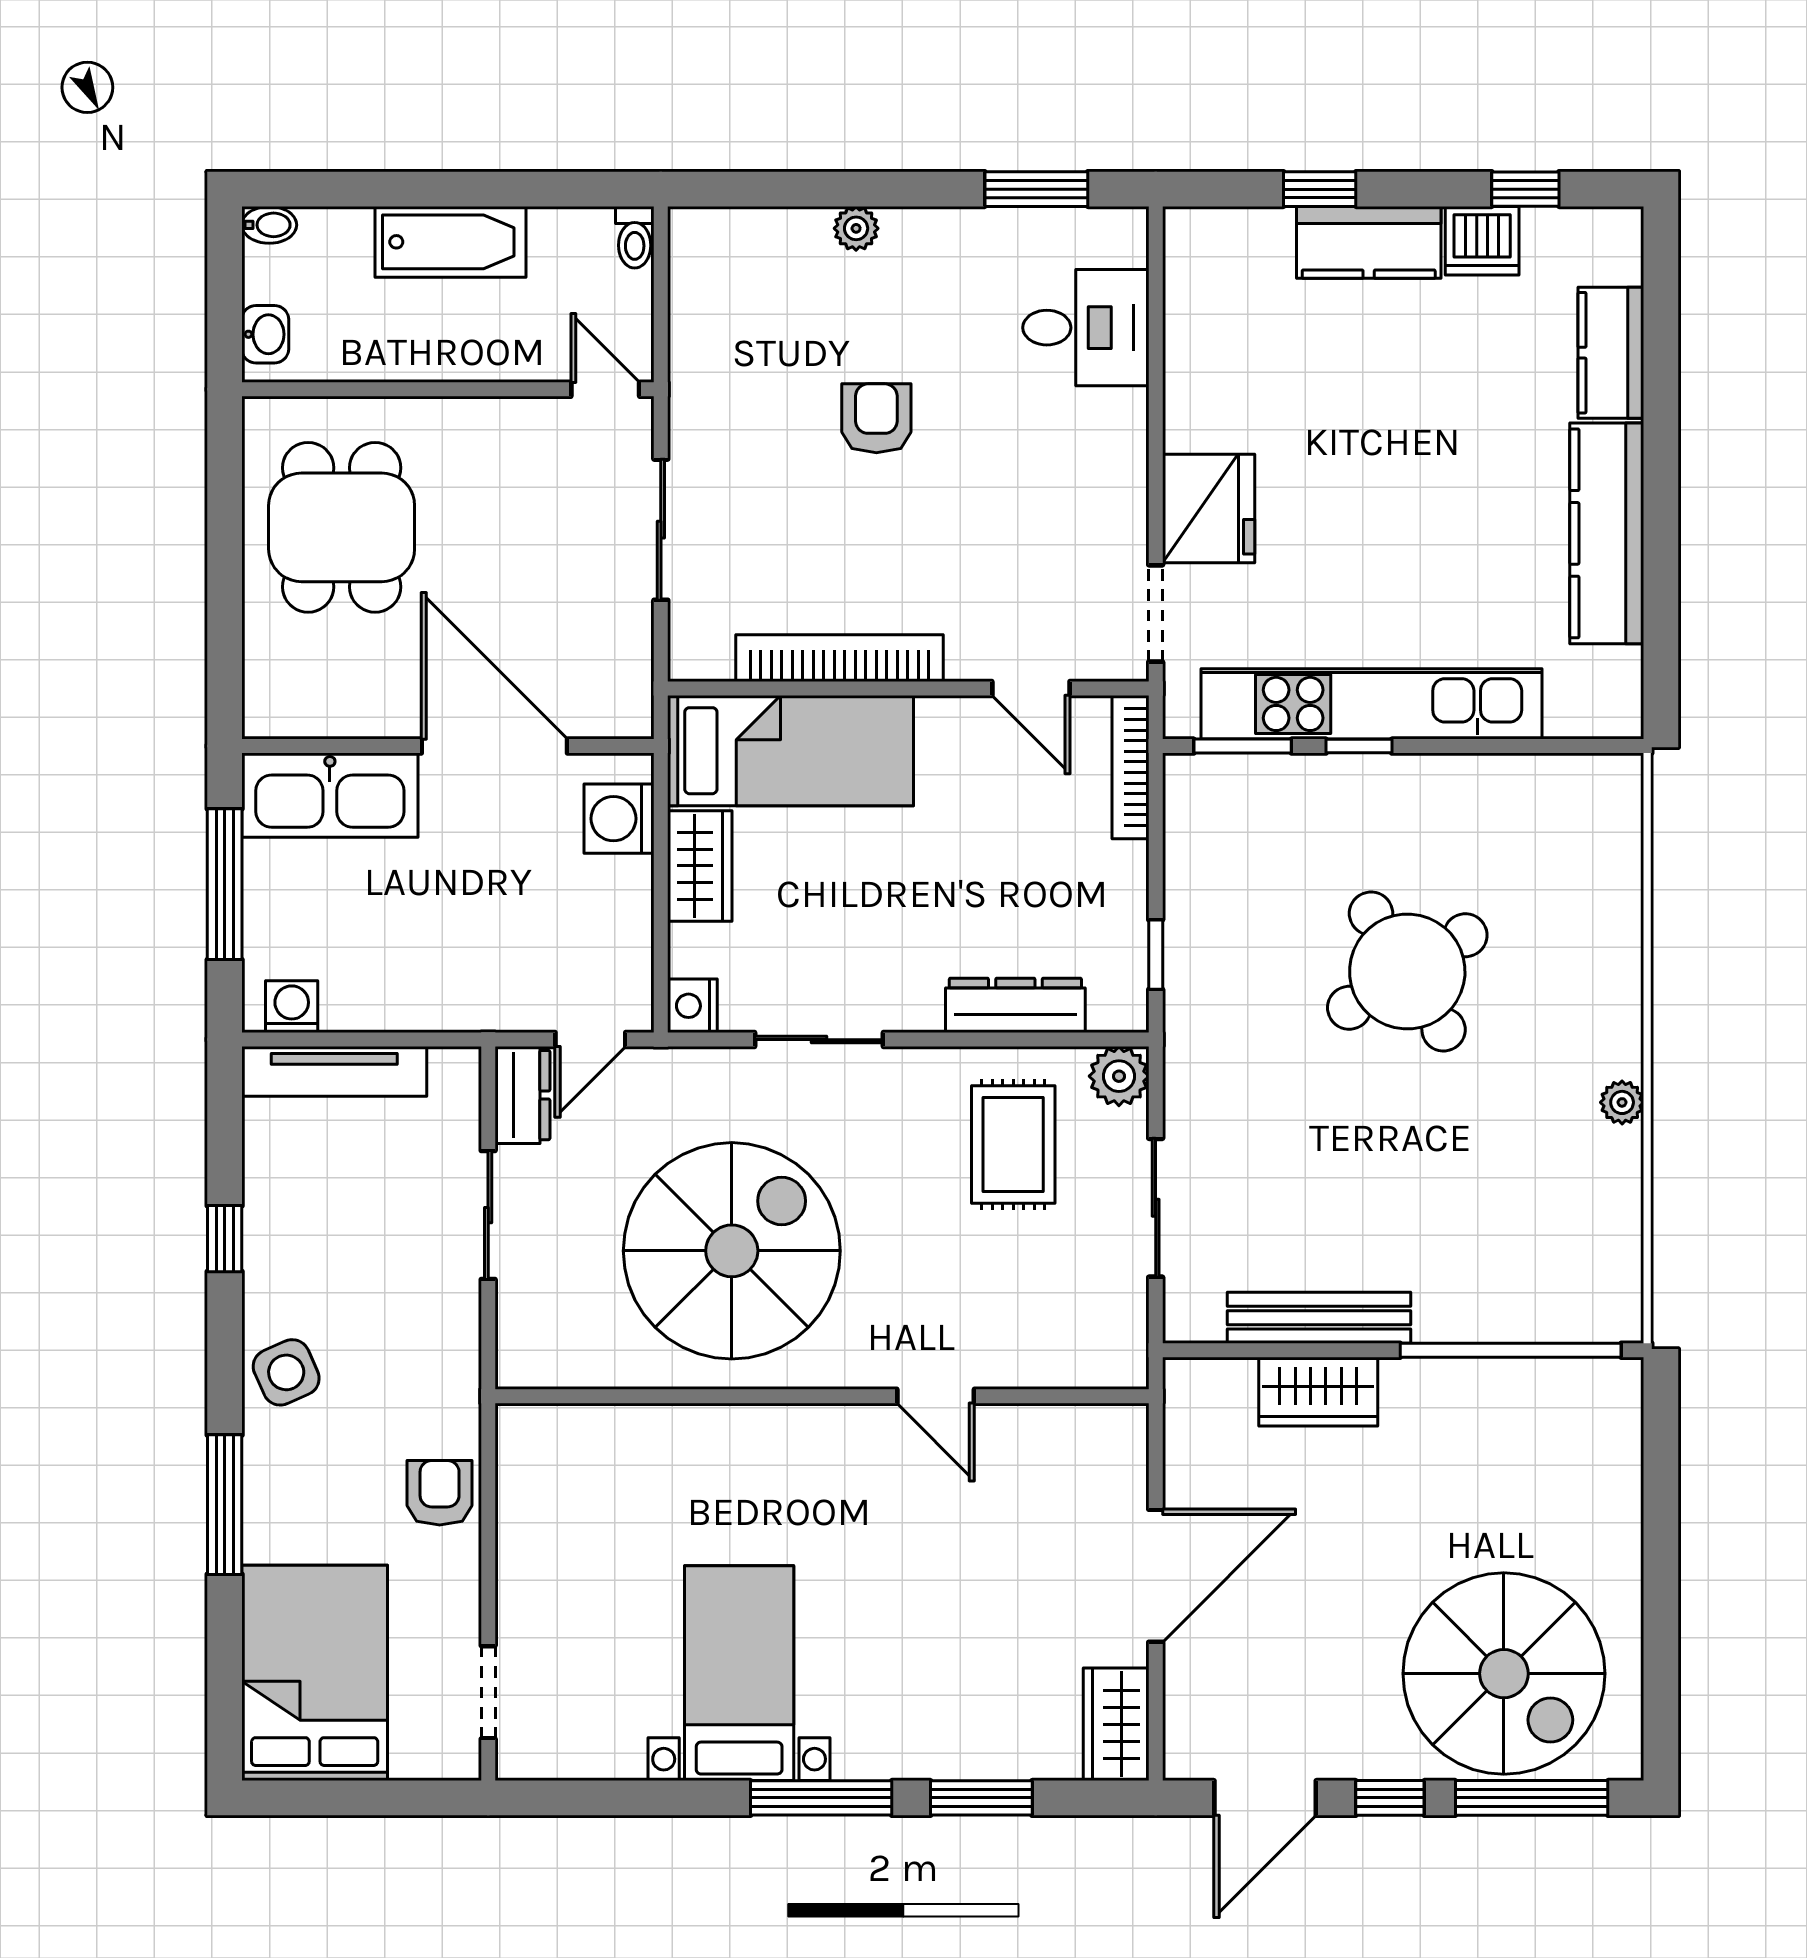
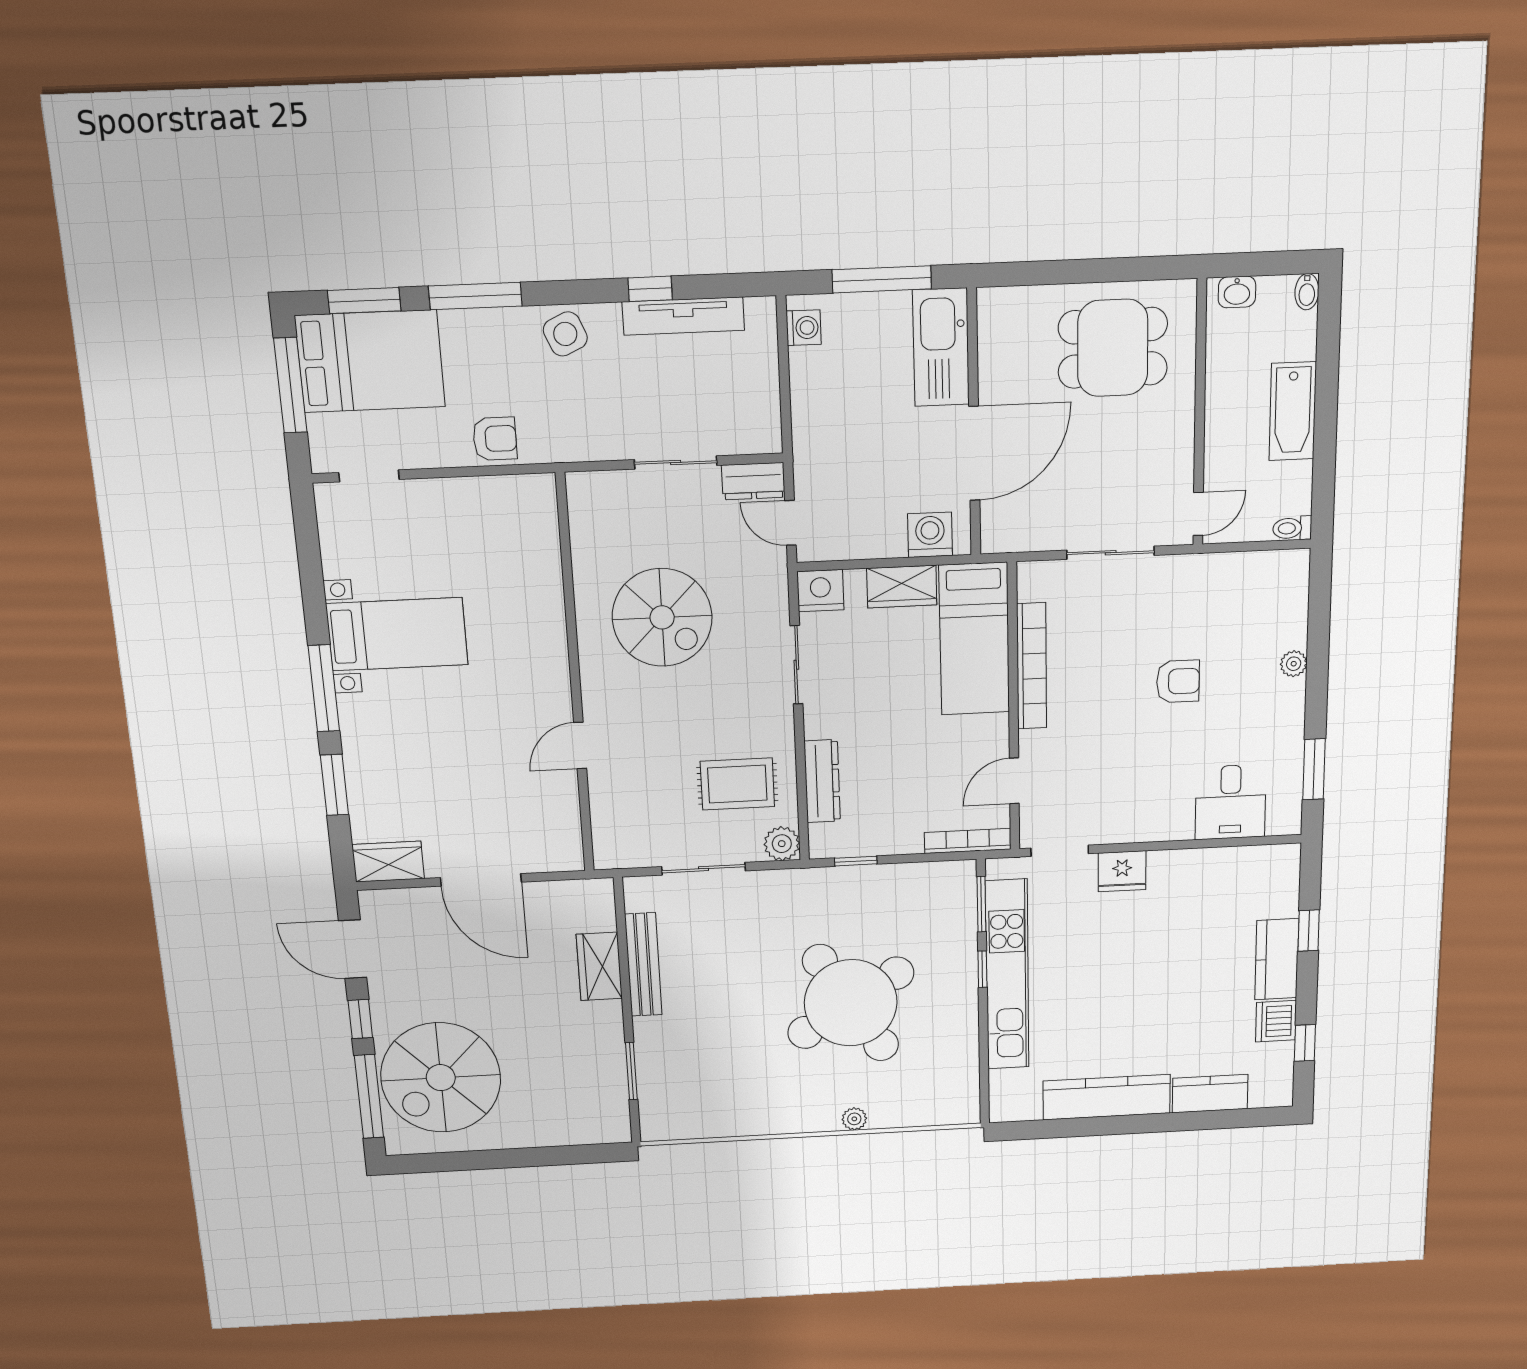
fridge: (1209, 508) -> (1122, 871), width x0.73, depth x0.75
round table: (1407, 972) -> (851, 1003), width x1.36, depth x1.36
nightstand: (692, 1006) -> (820, 591), width x1.36, depth x1.33
tv unit: (334, 1071) -> (683, 316), moved, turned -90
plant: (1622, 1102) -> (854, 1119), moved
spiral stairs: (732, 1251) -> (662, 617), width x0.73, depth x0.73
window: (1511, 1350) -> (631, 1071), width x0.47
window: (225, 1673) -> (364, 301), added
window: (346, 1798) -> (290, 385), added

